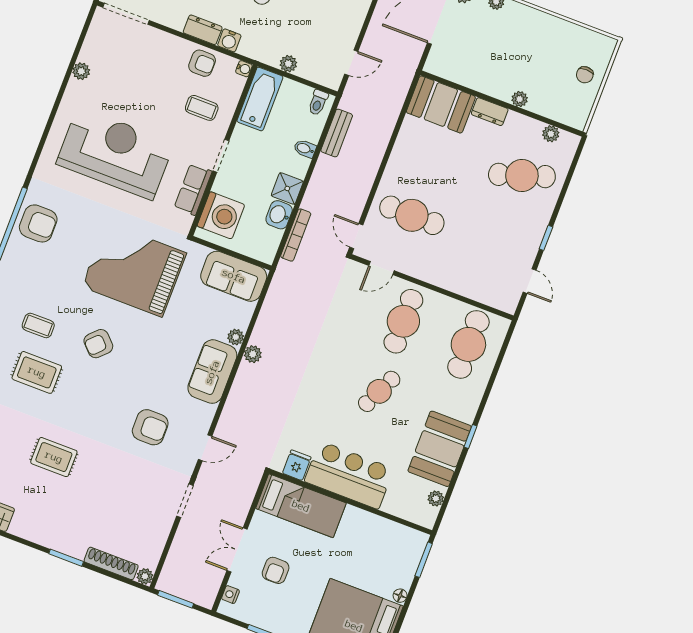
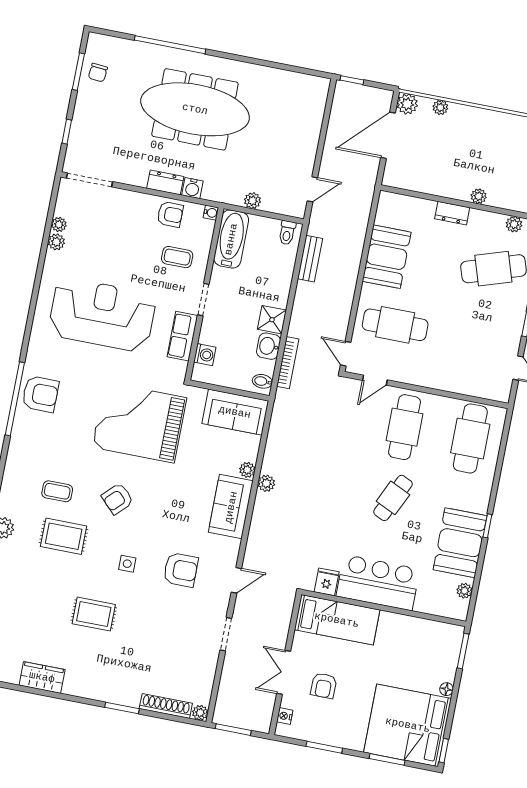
plant: (87, 54) -> (59, 224), added
booth: (441, 104) -> (387, 257), moved, turned 90
bidet: (305, 149) -> (262, 381), moved
washing machine: (221, 215) -> (205, 355), width x0.53, depth x0.53
side table: (97, 412) -> (127, 564), added

